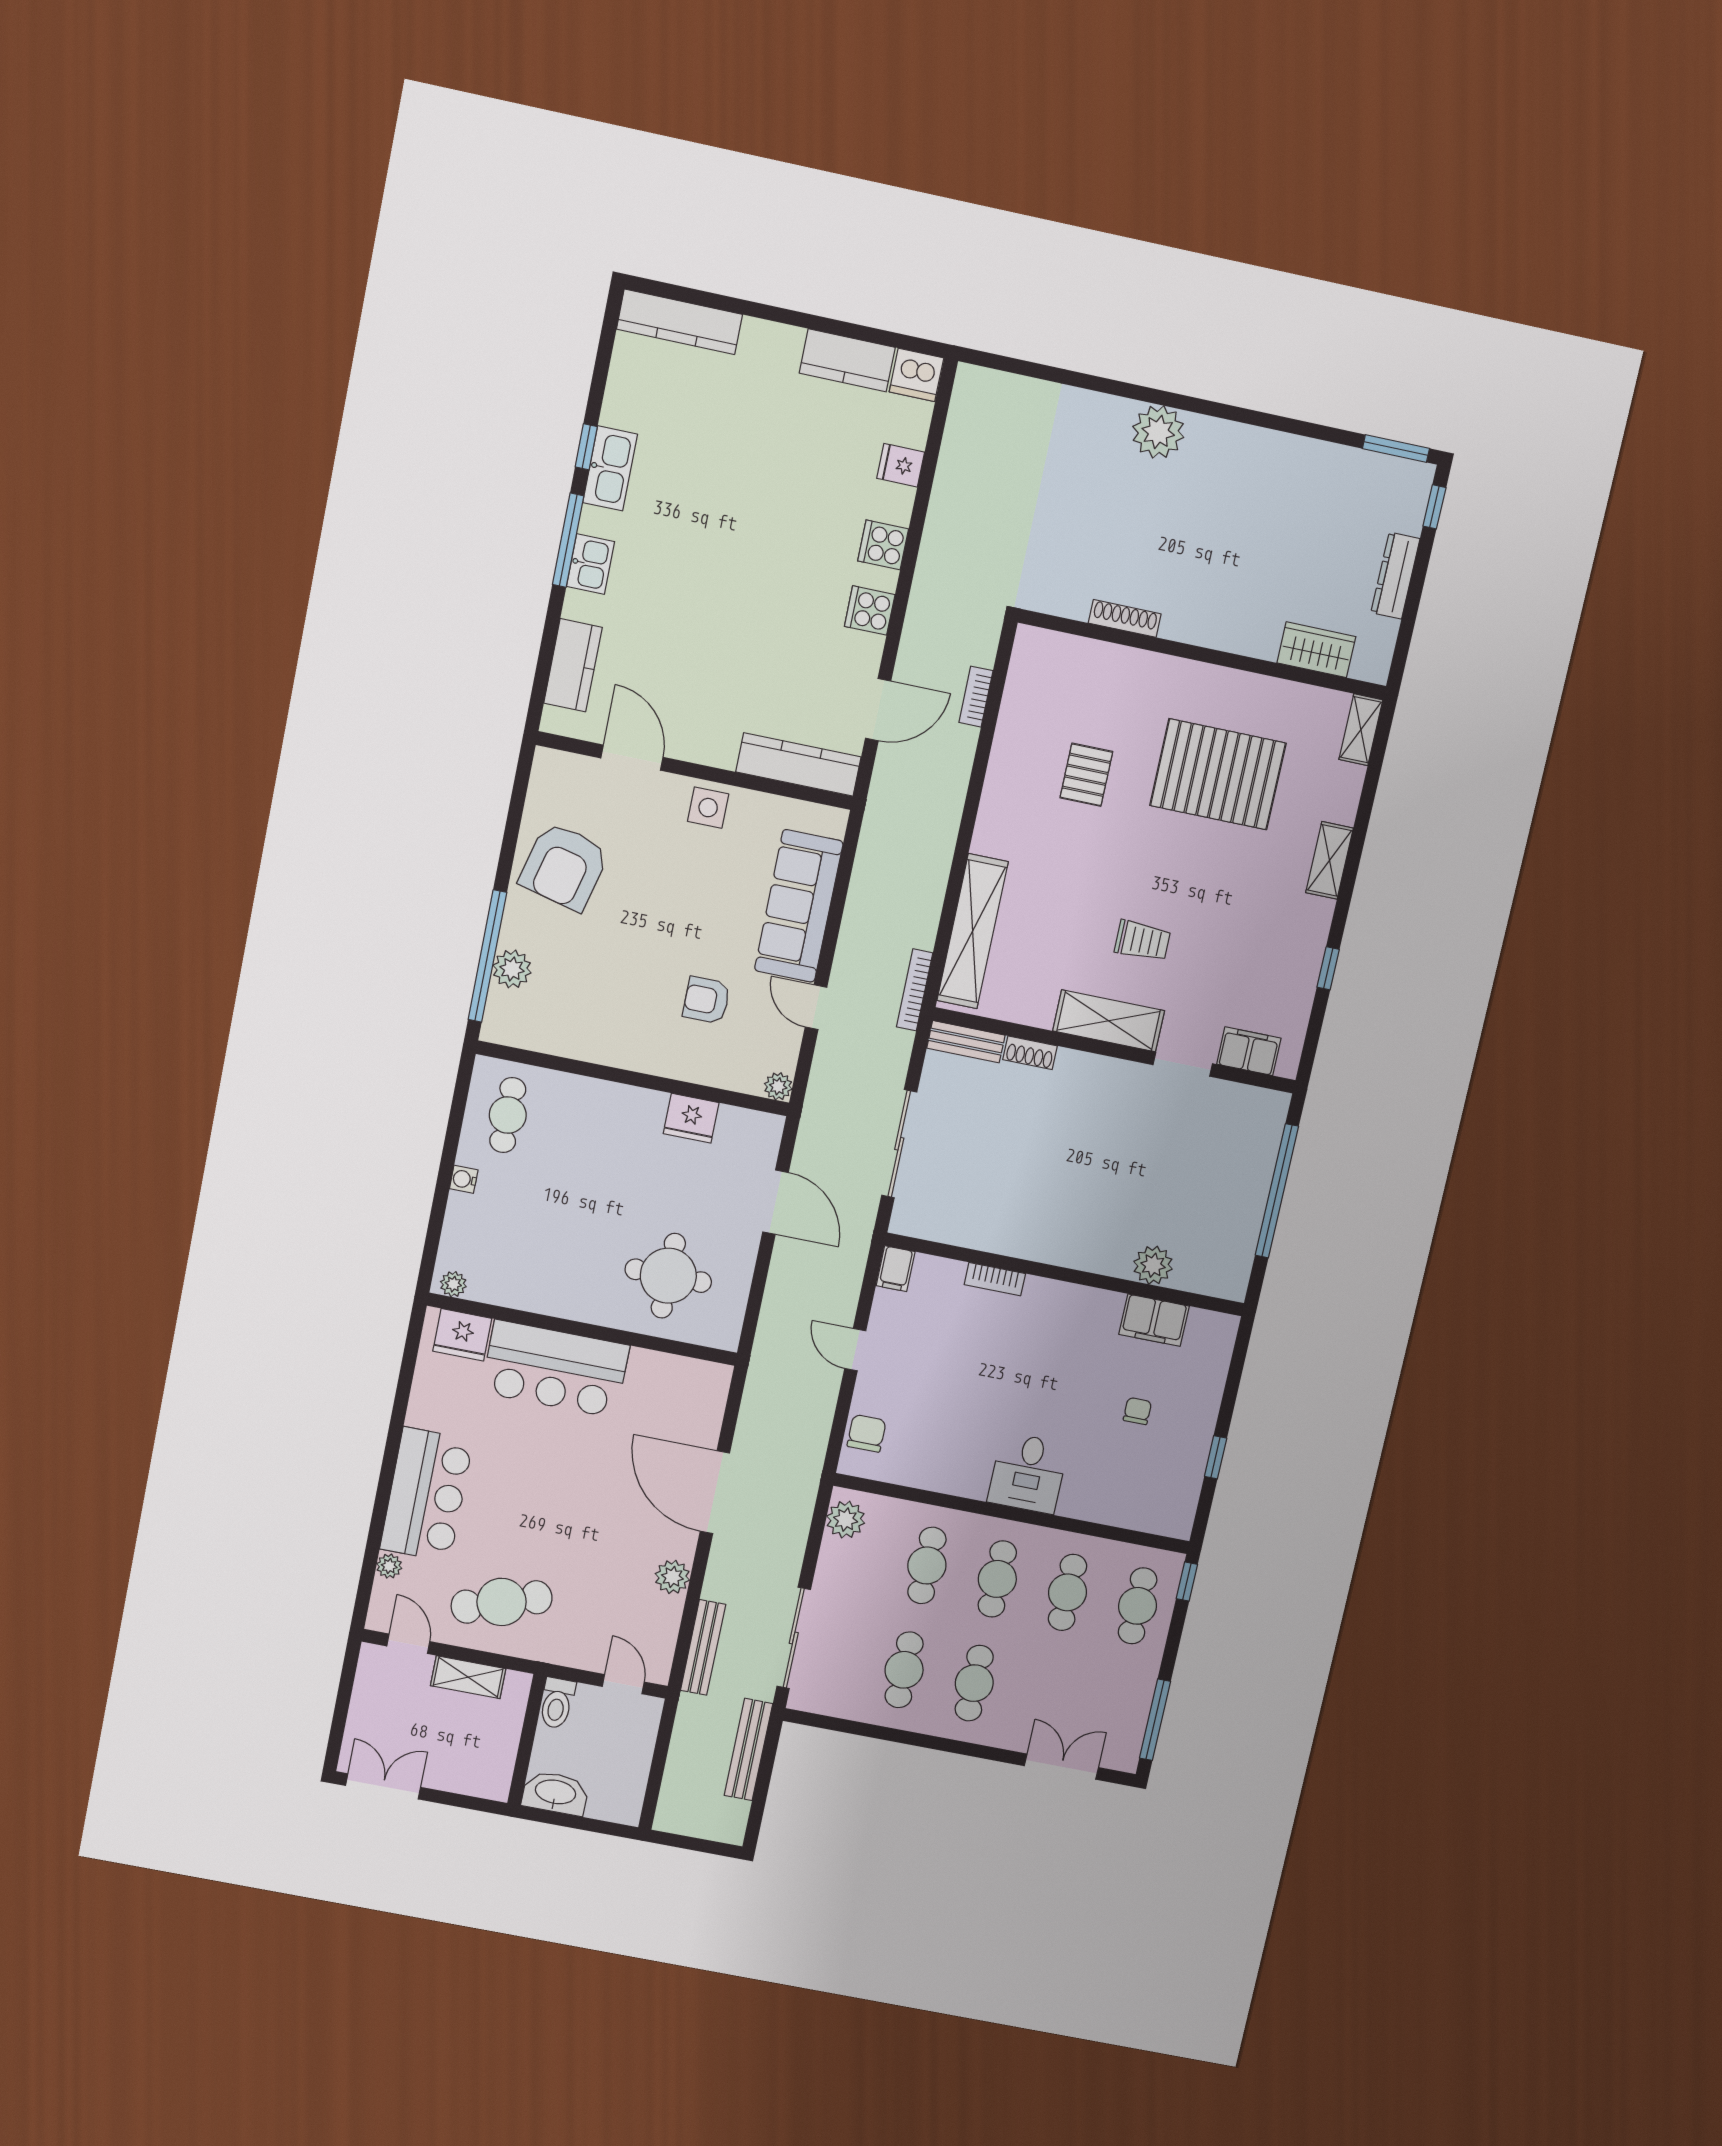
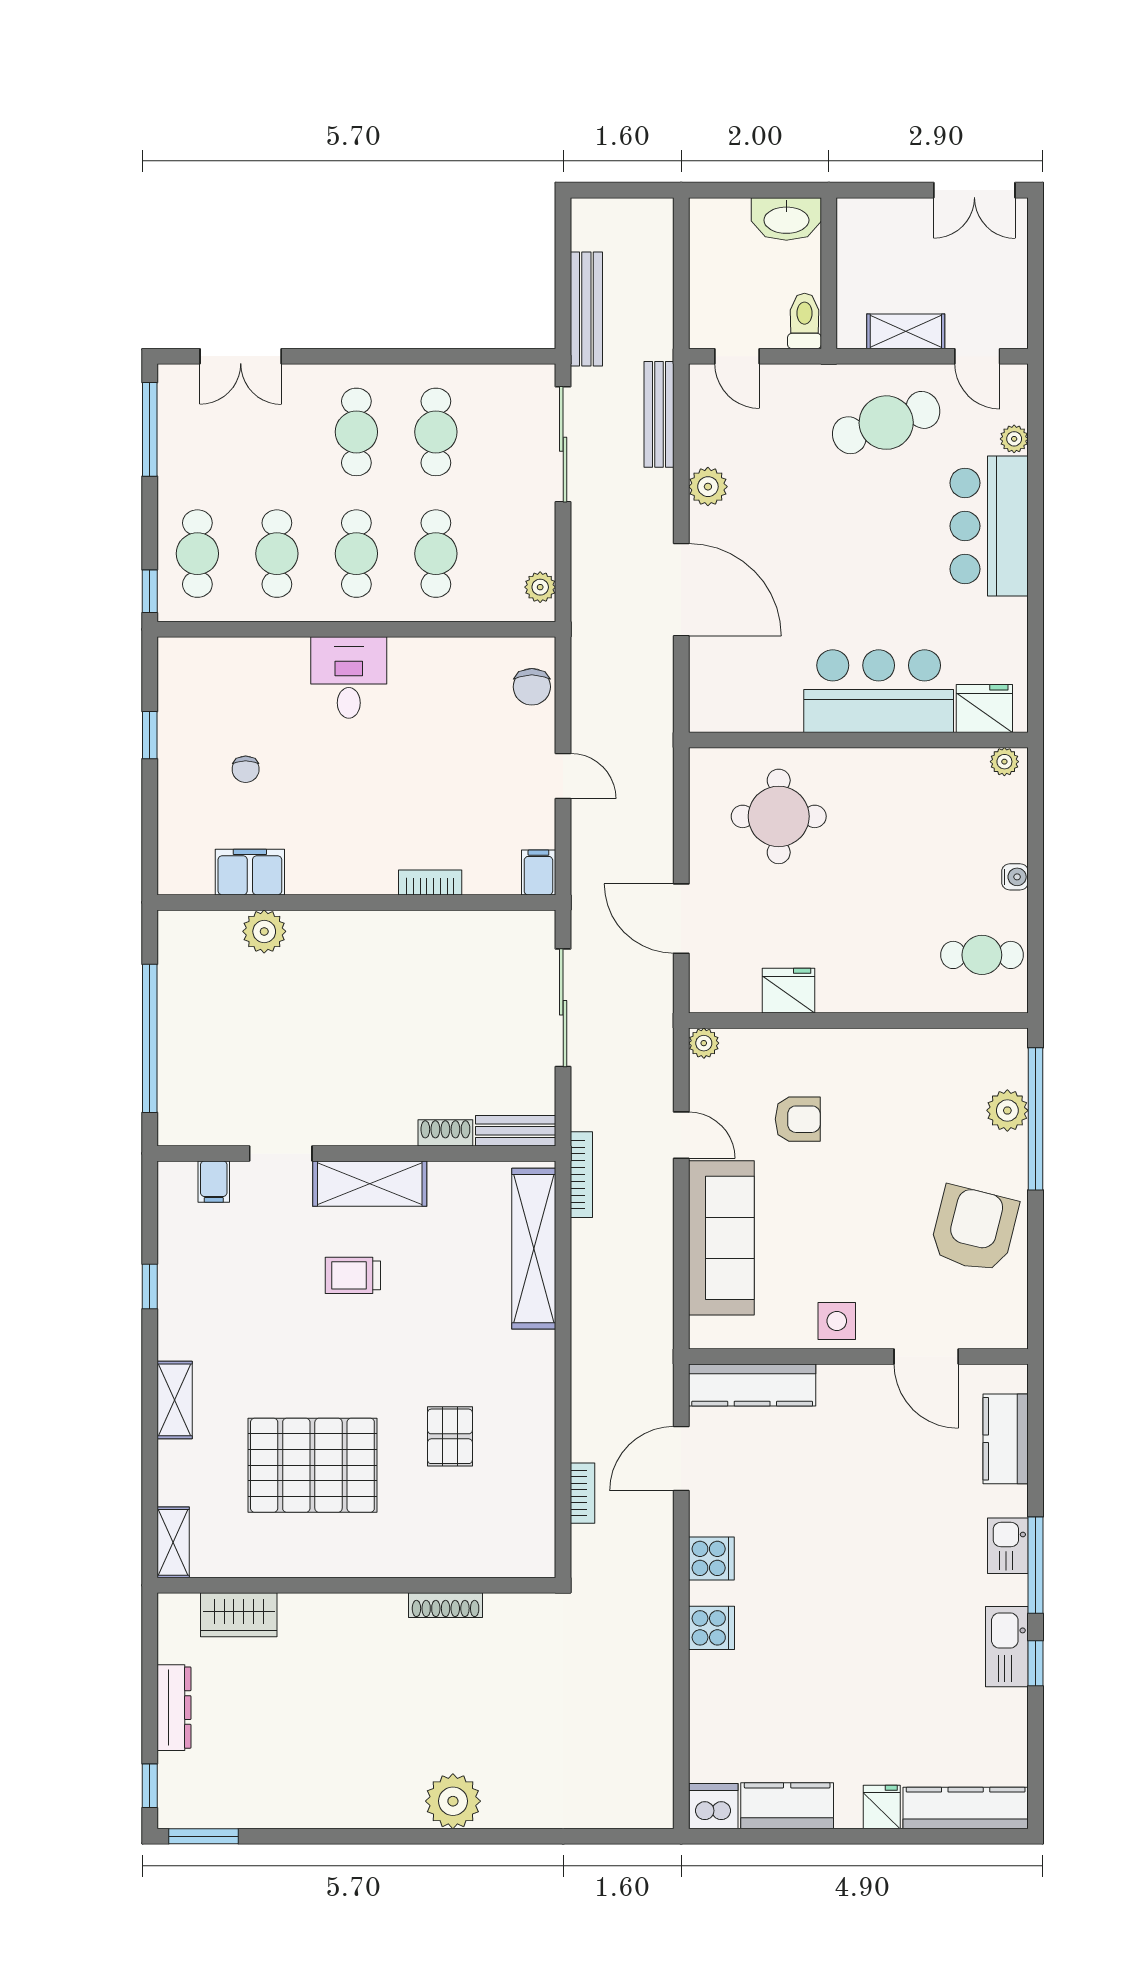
fridge: (901, 465) -> (882, 1807), moved, turned -90
filing cabinet: (1249, 1051) -> (214, 1182), width x0.50
cafe table: (508, 1115) -> (982, 955), turned 90
plant: (846, 1520) -> (540, 587), width x0.73, depth x0.73

